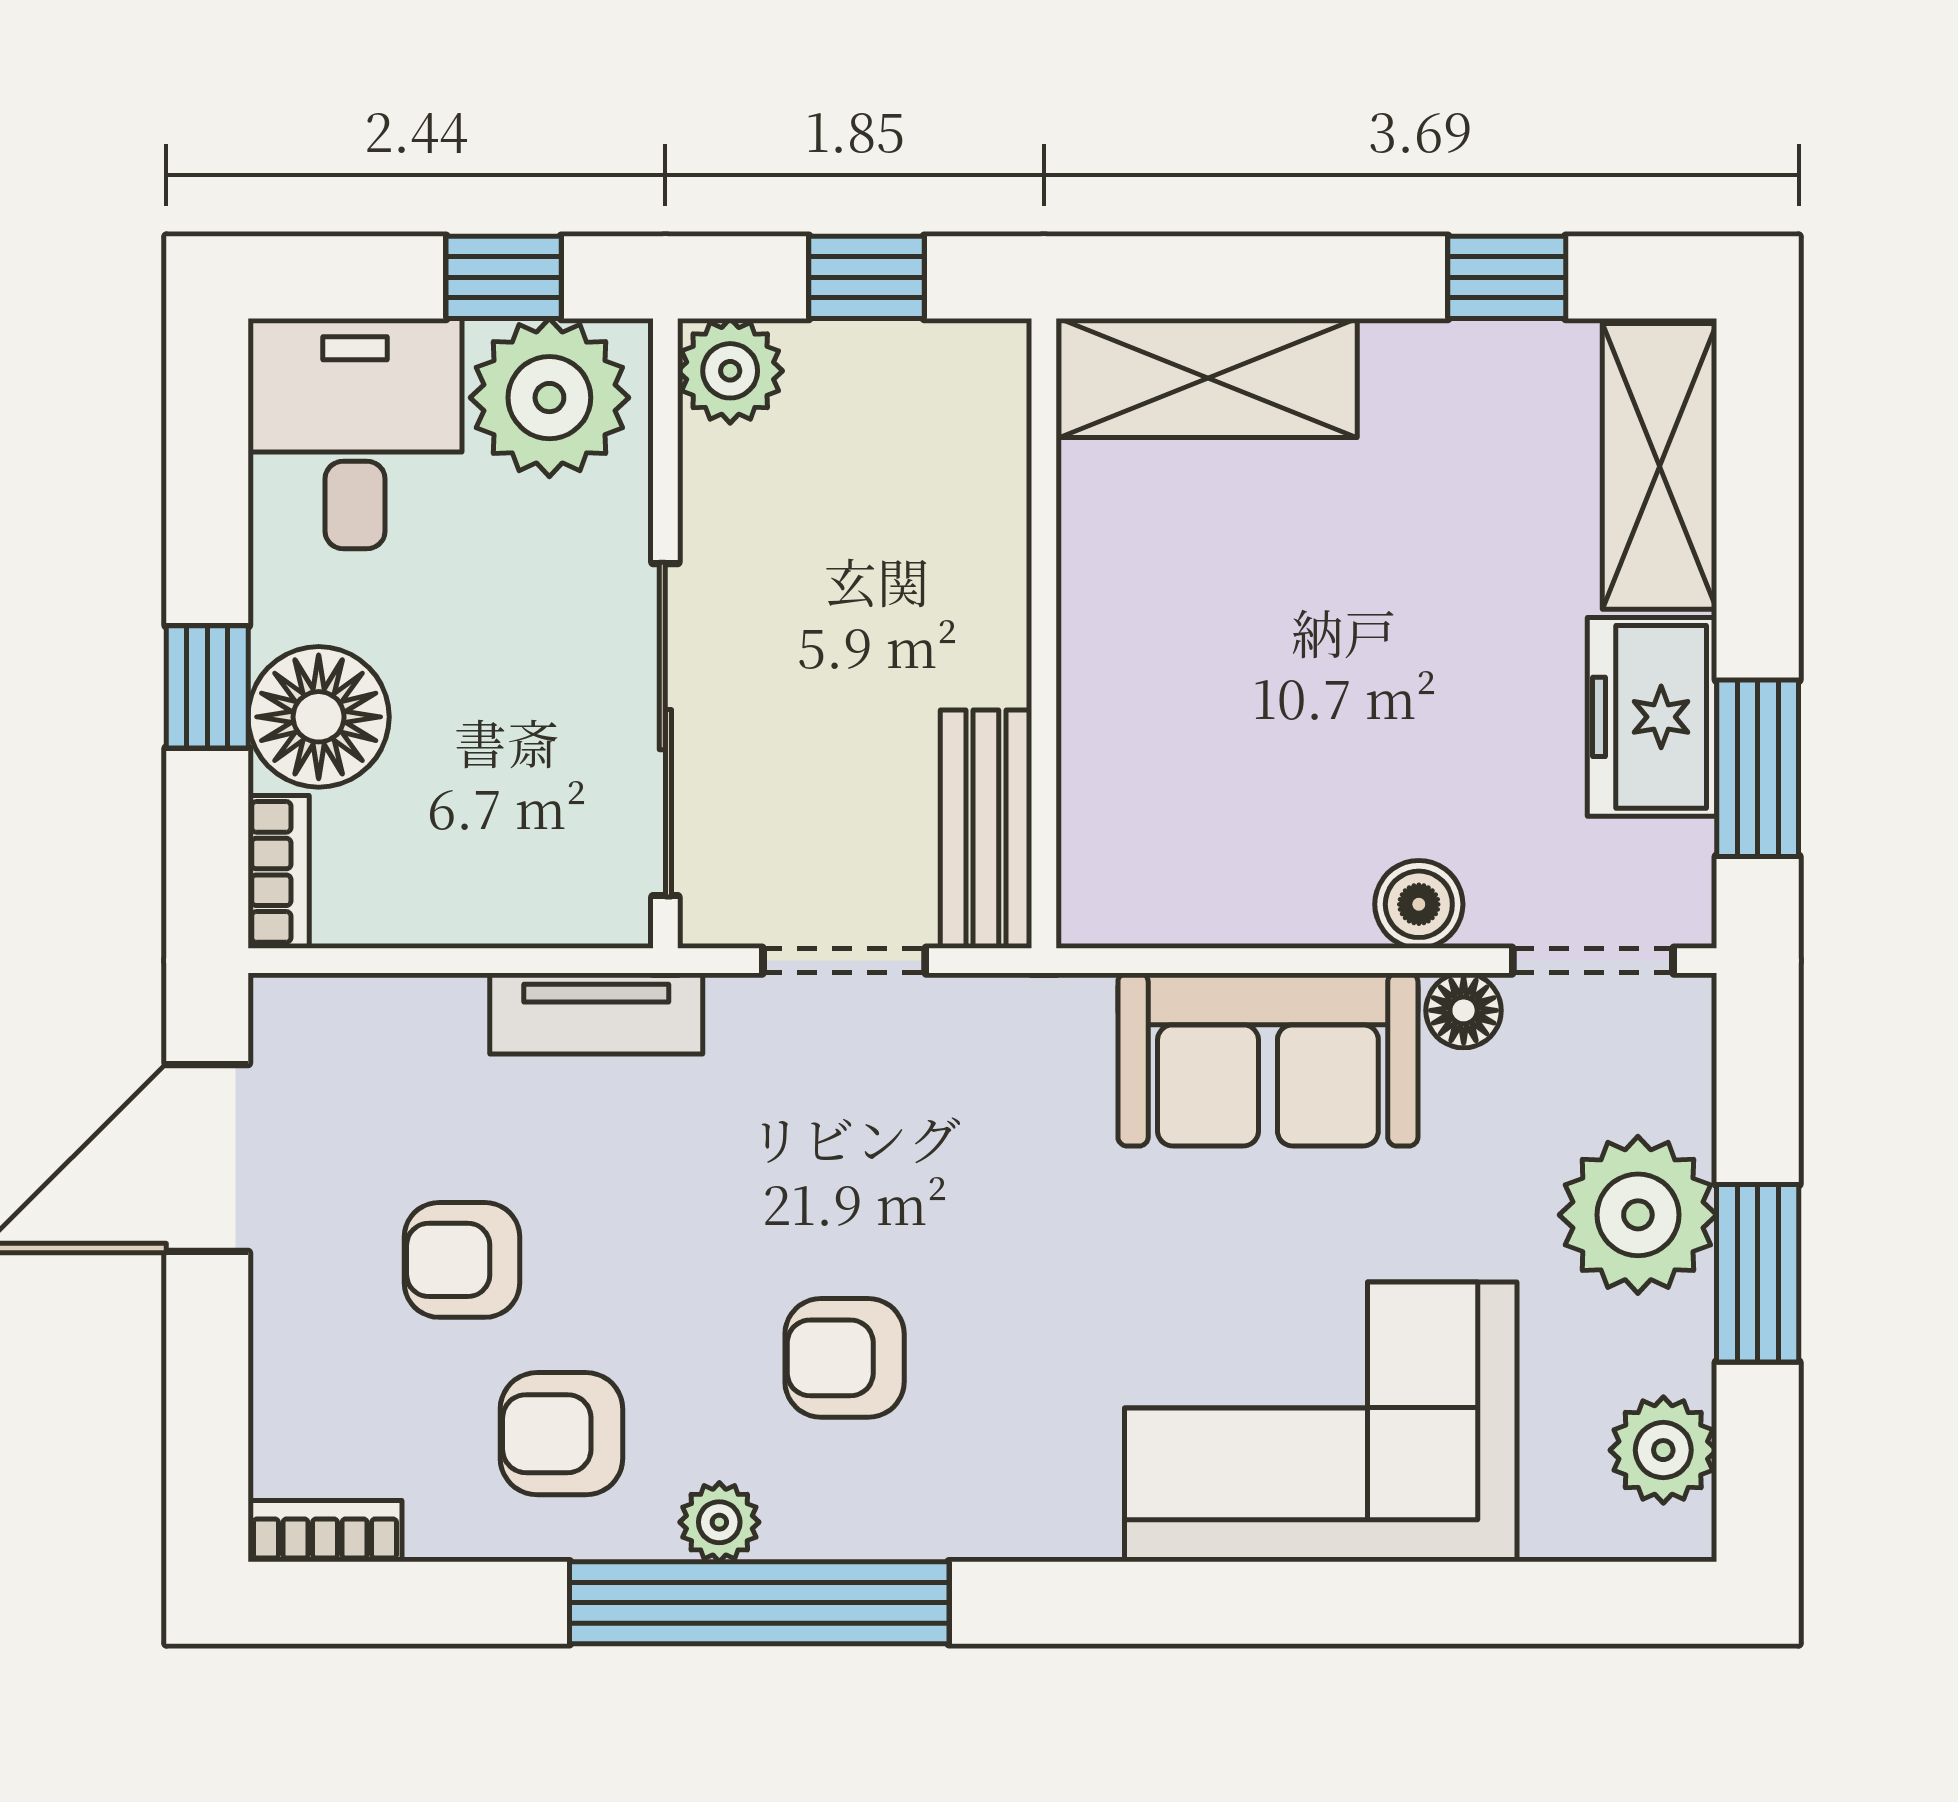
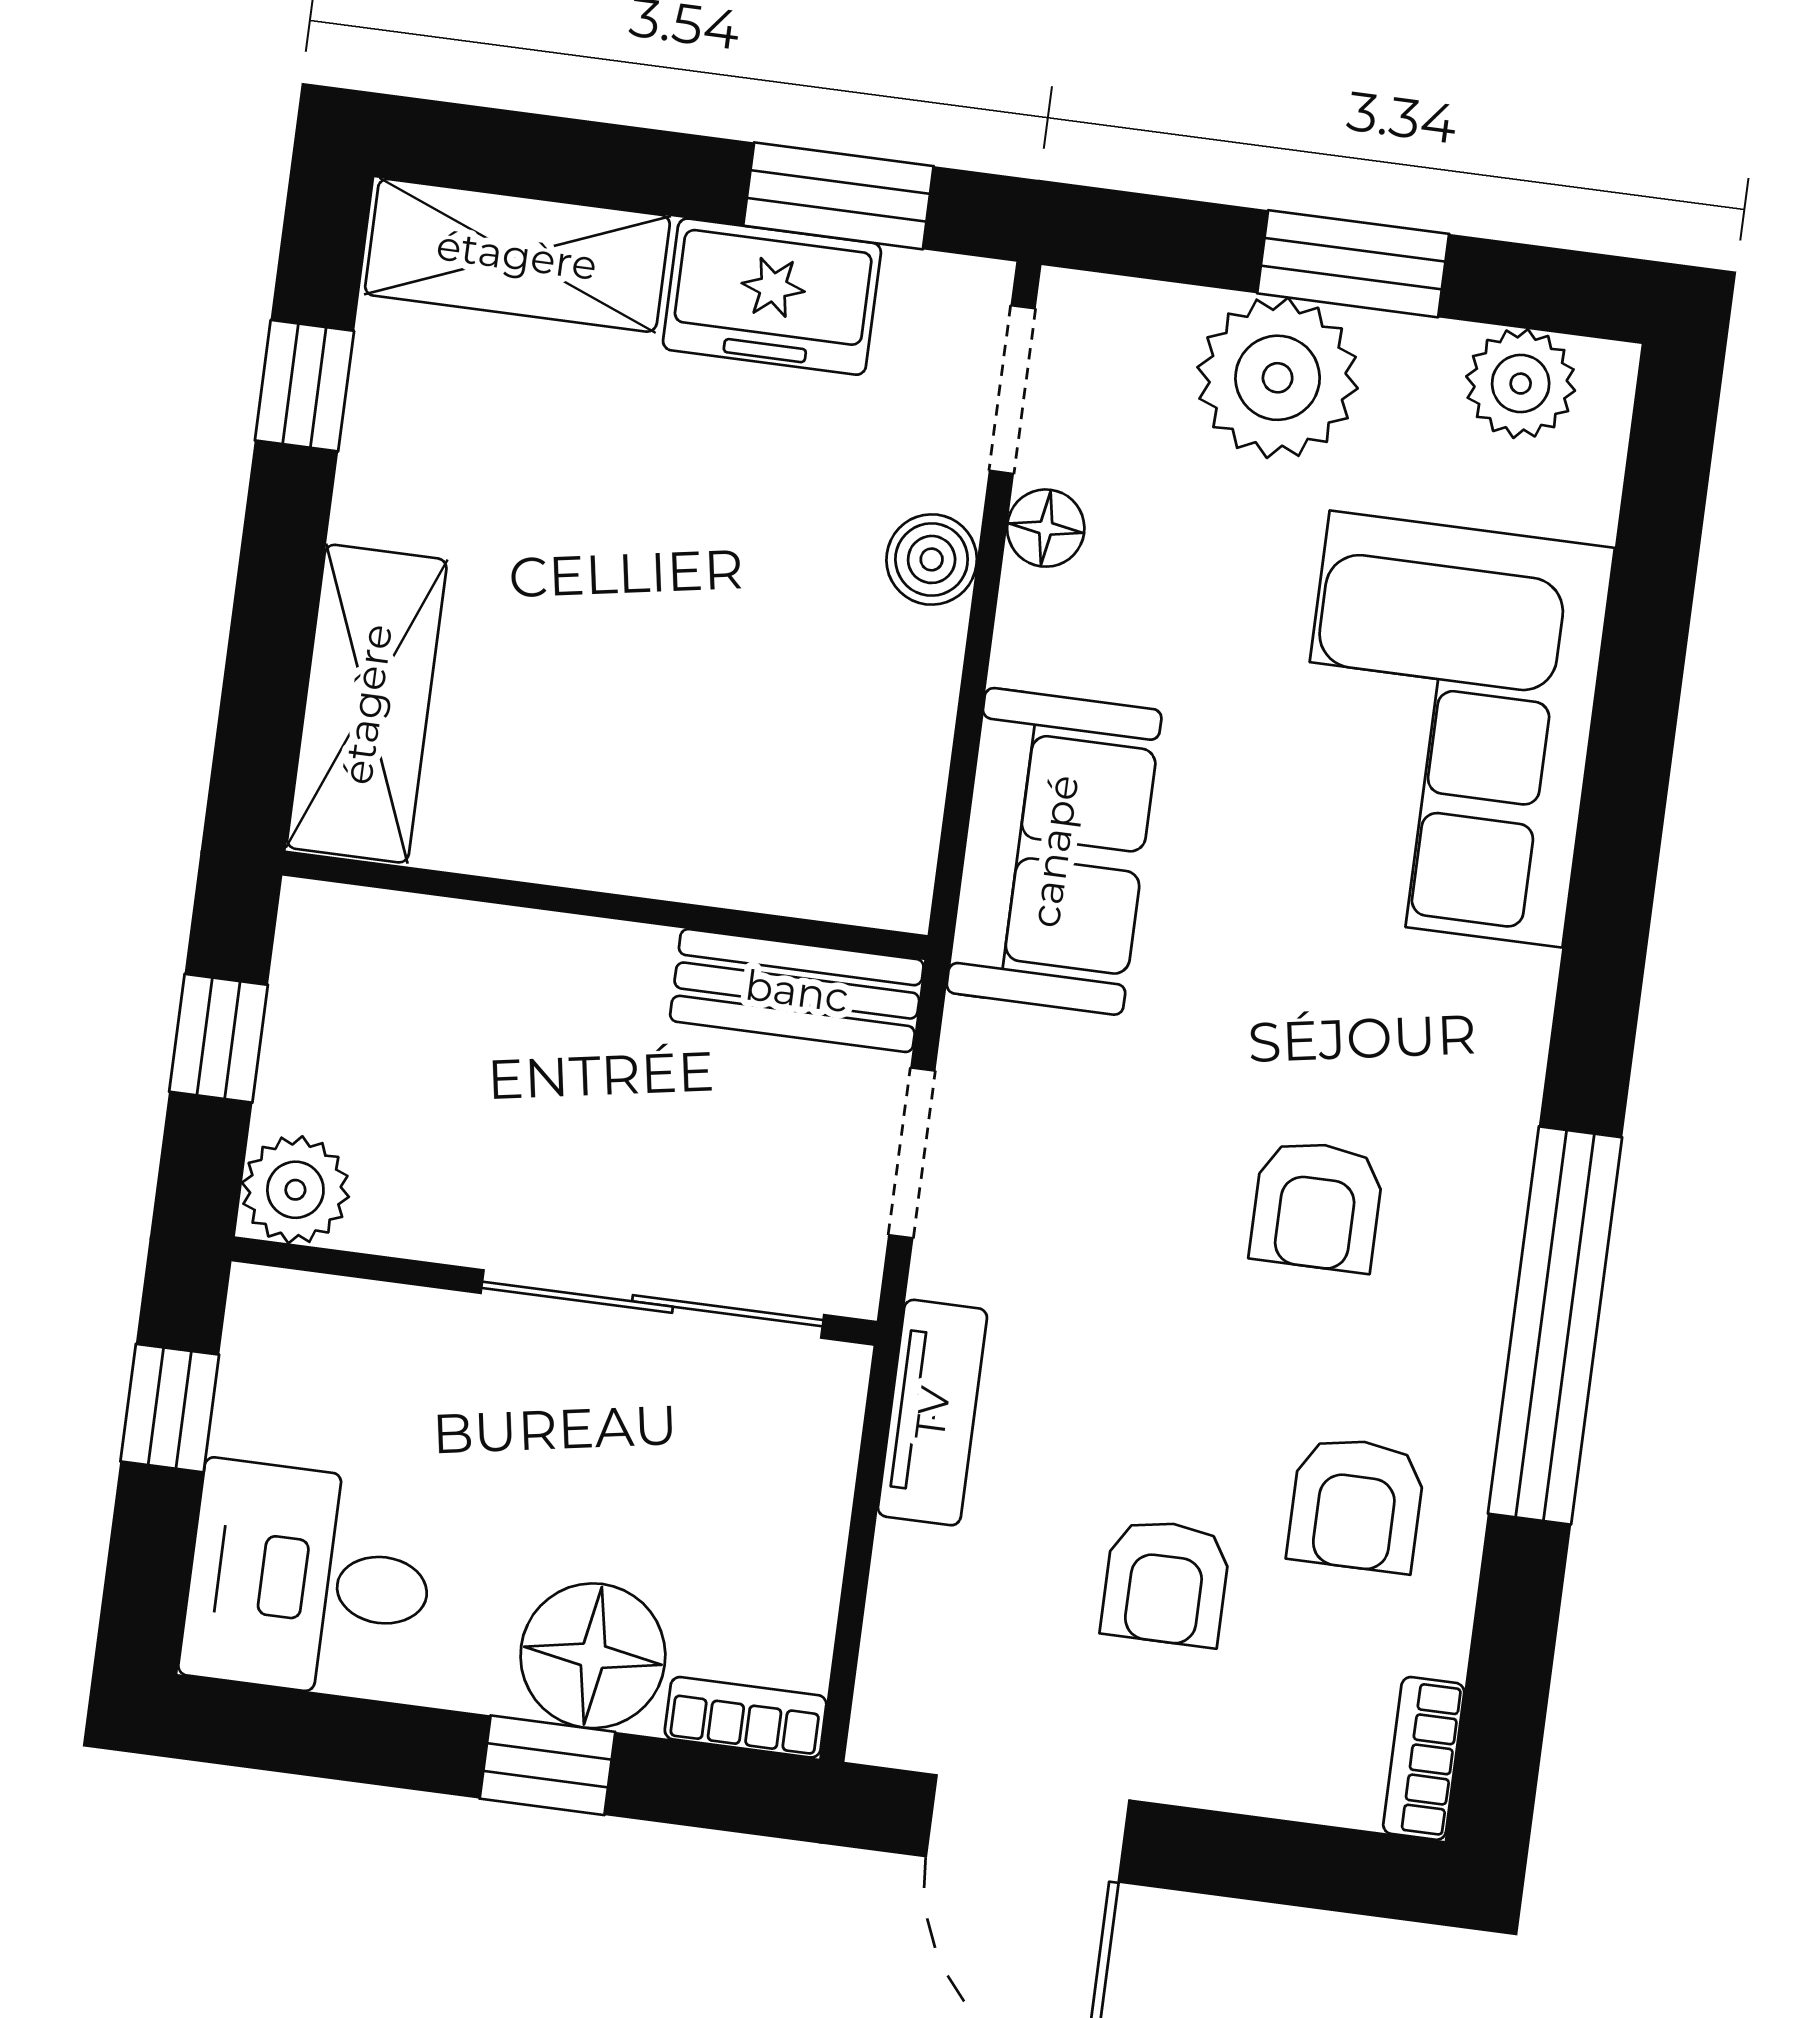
plant: (549, 398) -> (298, 1378), removed
sofa: (1268, 1059) -> (1054, 851), moved
plant: (719, 1522) -> (1468, 1355), removed

